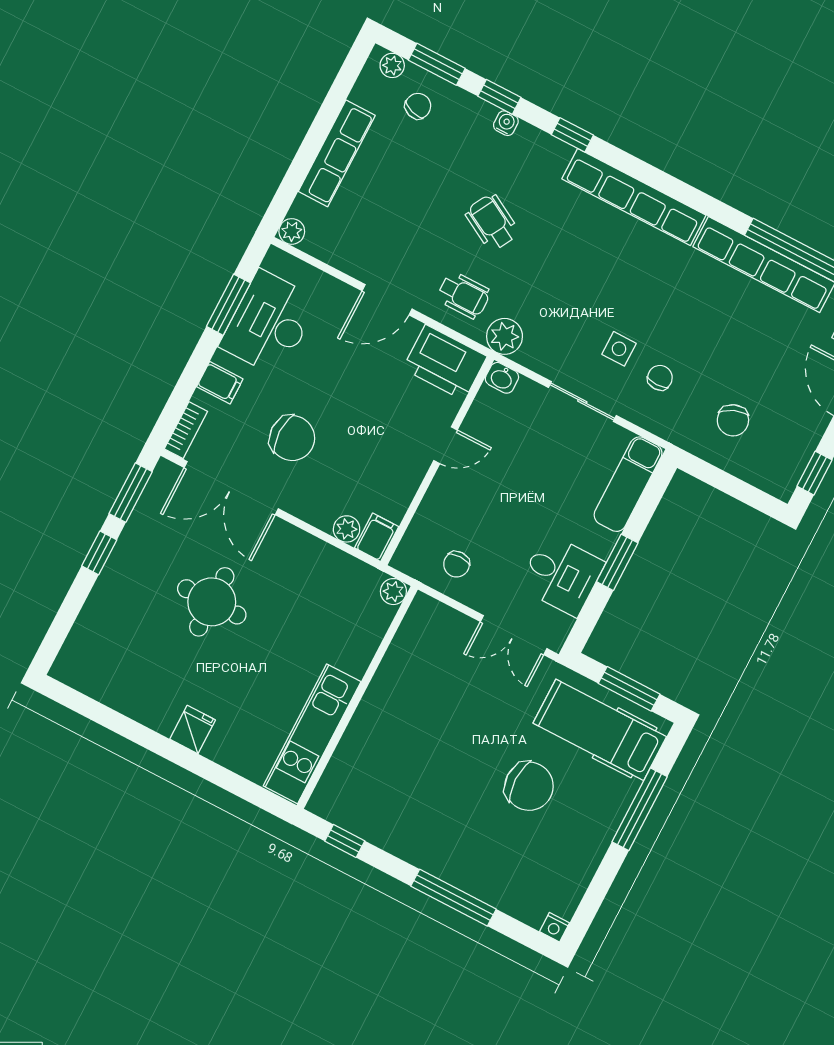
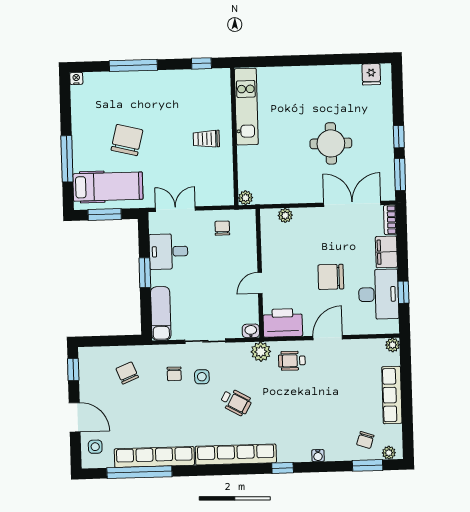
window: (499, 97) -> (328, 467), removed
wheelchair: (492, 222) -> (236, 402), moved
window: (228, 305) -> (403, 292), width x0.67
filing cabinet: (220, 383) -> (386, 252), width x2.00
chair: (292, 438) -> (331, 277), moved
filing cabinet: (377, 537) -> (268, 219), removed
trolley: (403, 718) -> (206, 139), added
fridge: (193, 729) -> (371, 74), moved
chair: (529, 786) -> (127, 140), turned 104

